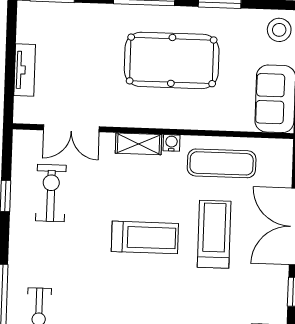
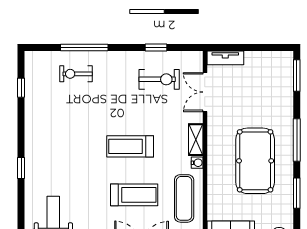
tv unit: (25, 70) -> (225, 58), moved
treadmill: (145, 237) -> (130, 146), turned 90

